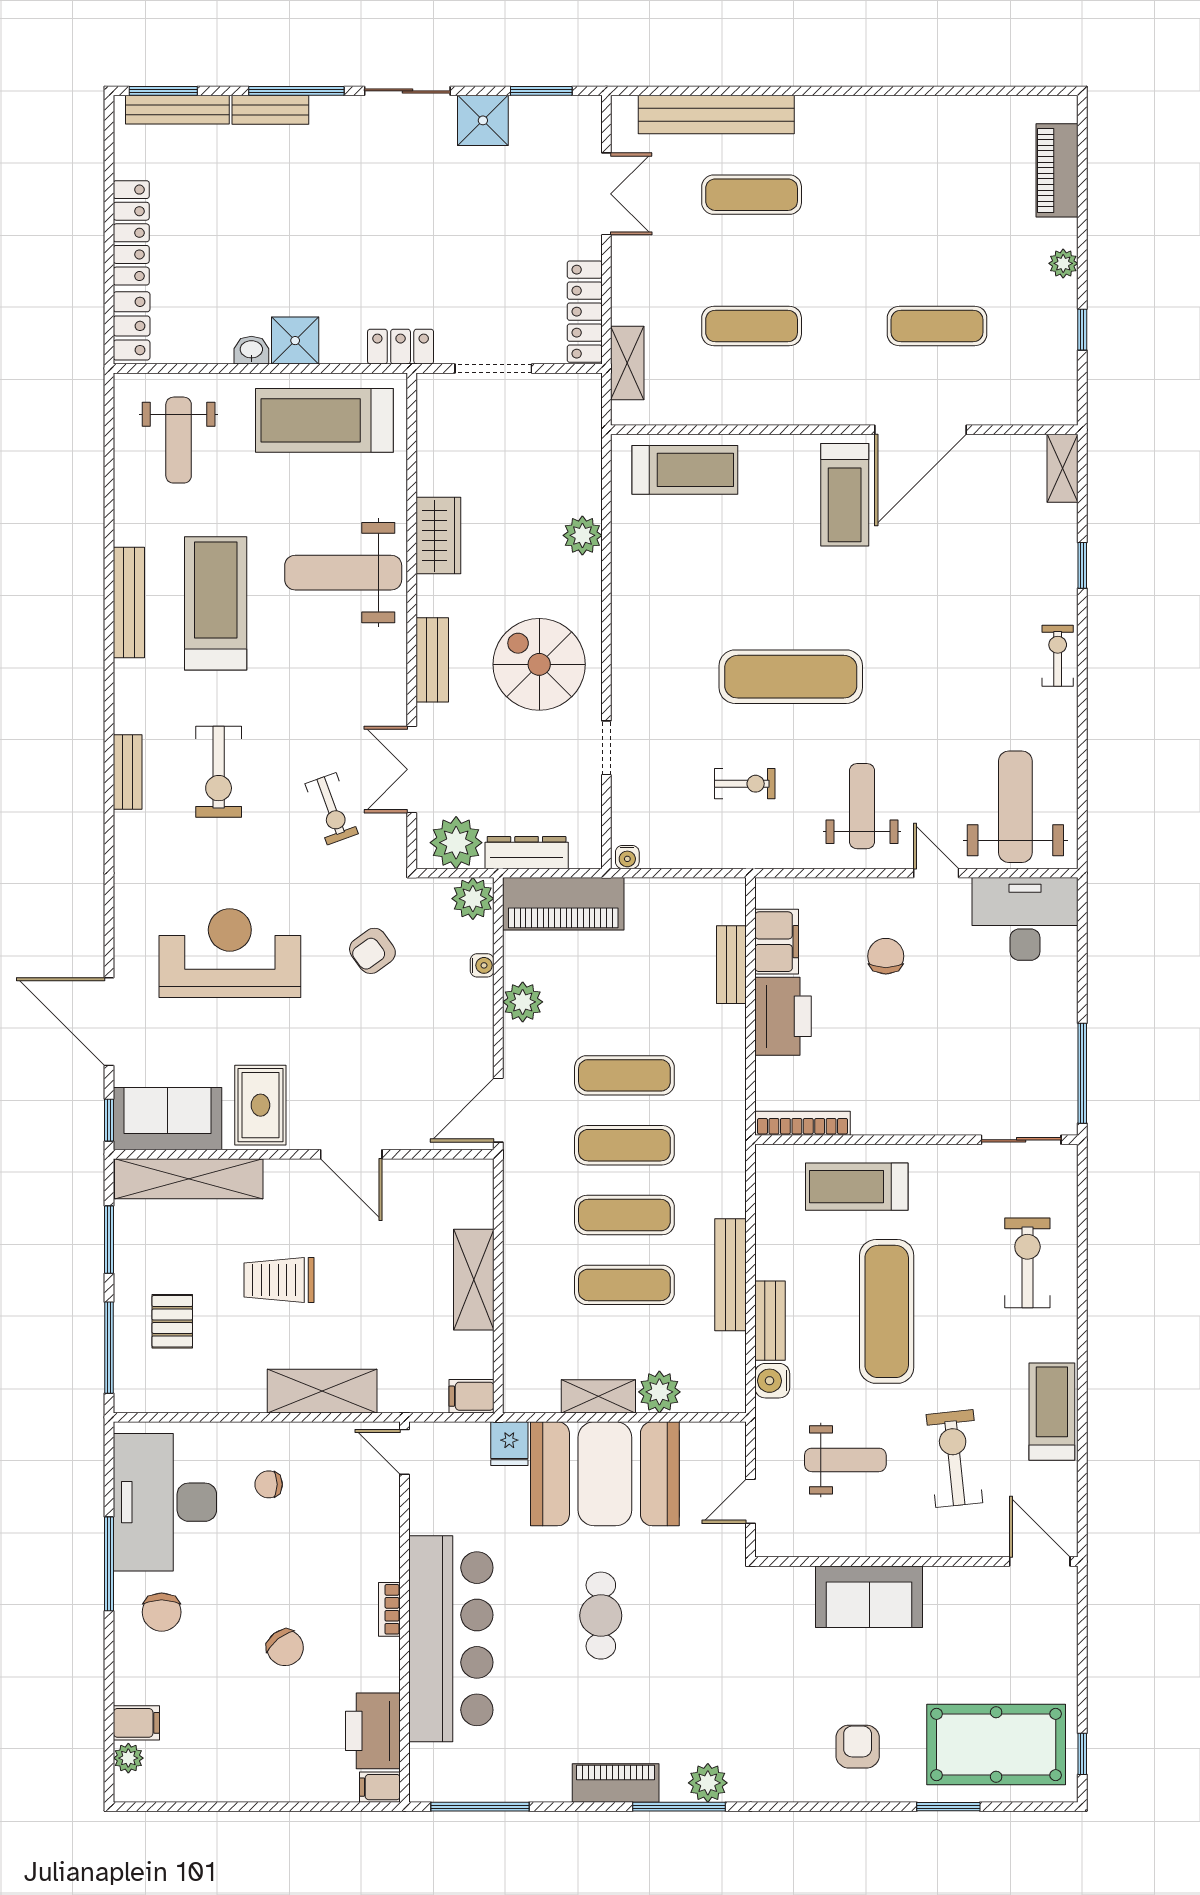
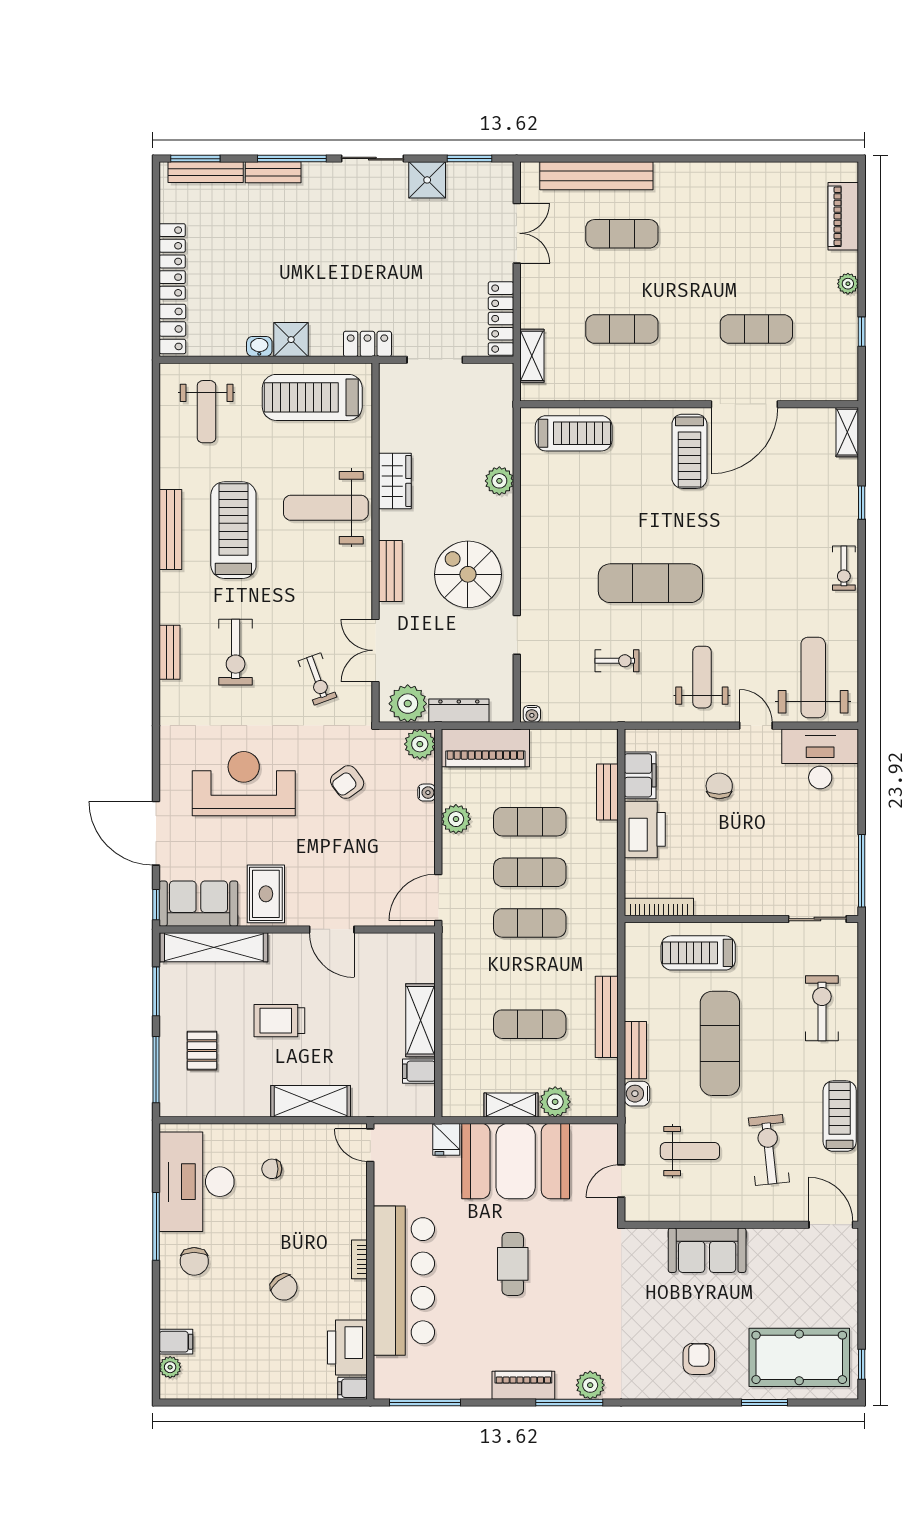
exercise bike: (1058, 656) -> (844, 568), turned 180
exercise mat: (624, 1215) -> (530, 822), moved
filing cabinet: (471, 1396) -> (419, 1071), moved

